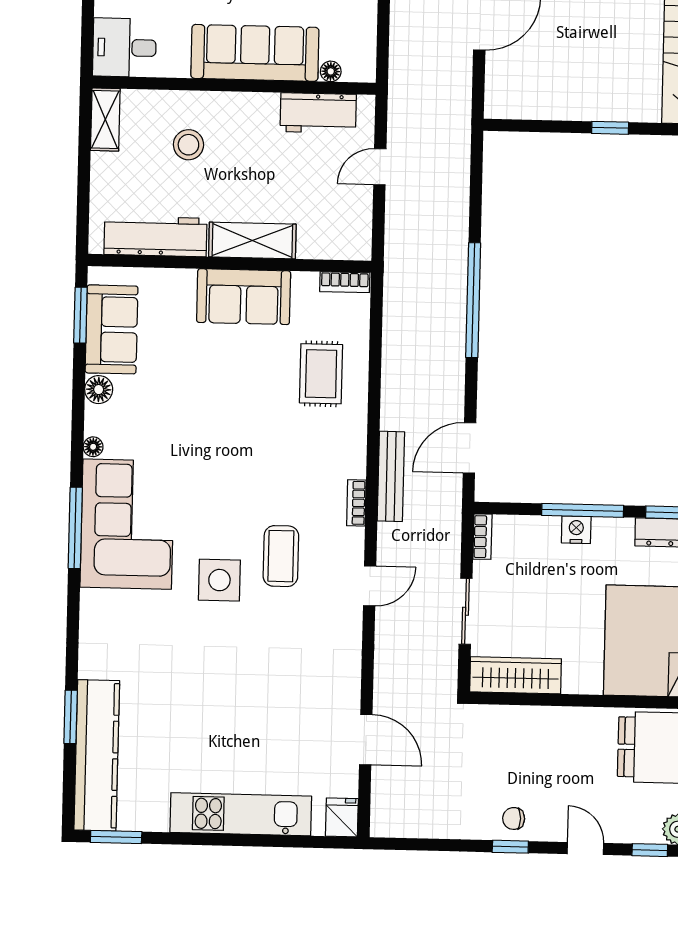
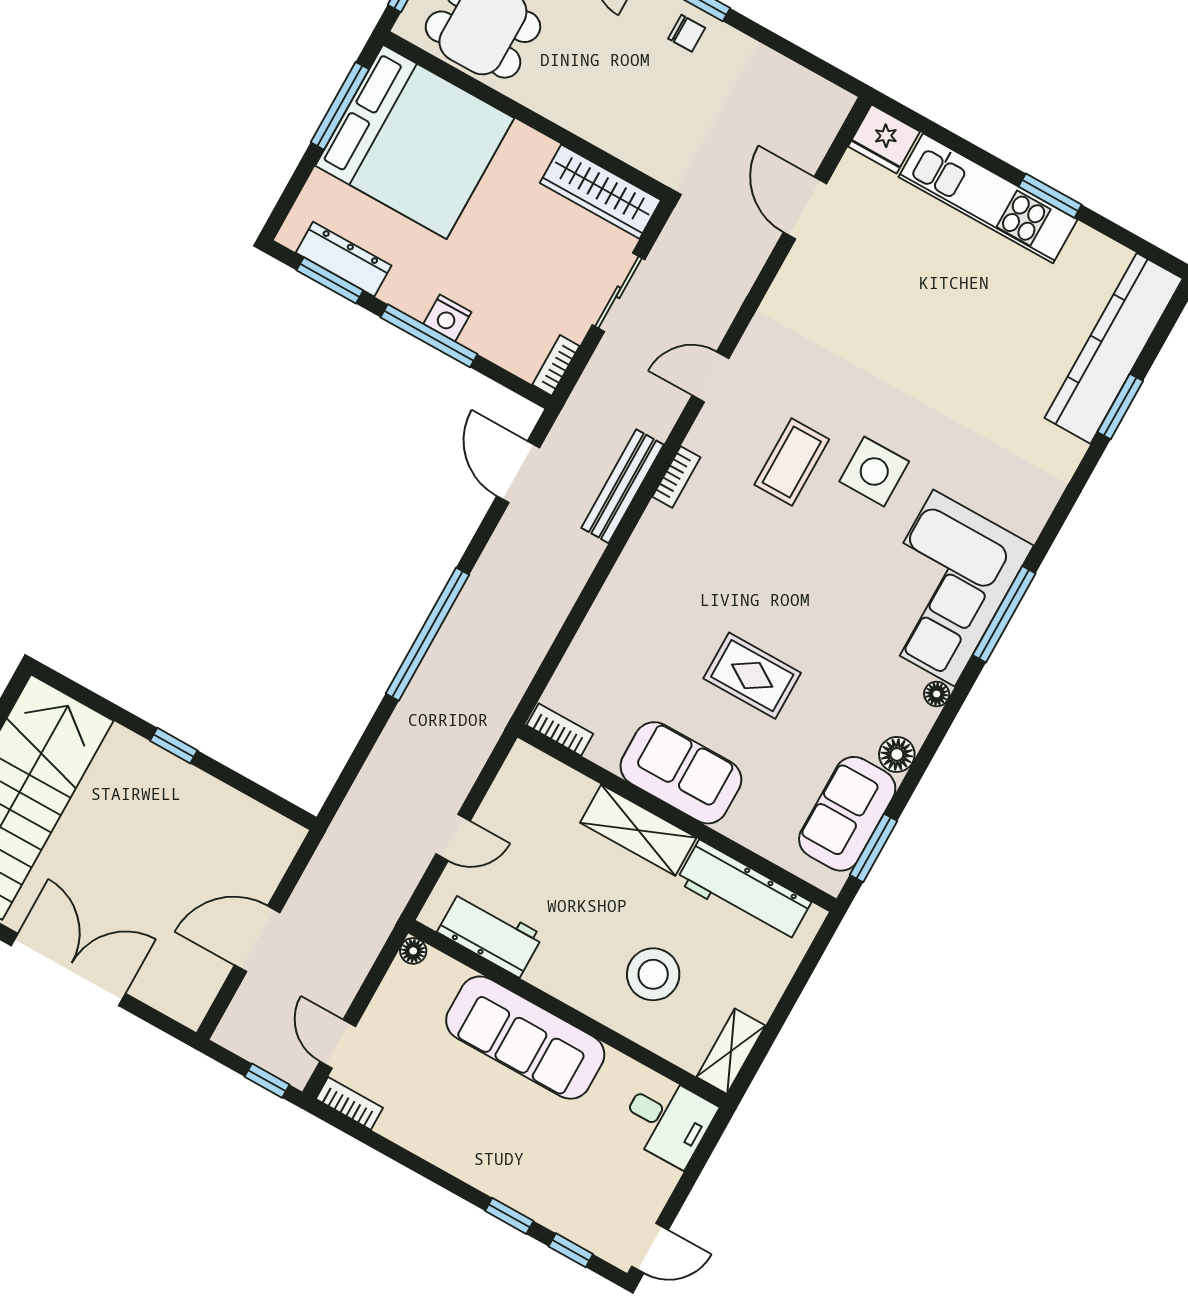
floor lamp: (331, 71) -> (413, 951), moved
stool: (188, 145) -> (653, 974), width x1.38, depth x1.38
rug: (321, 374) -> (752, 676), moved, turned 90
door: (470, 448) -> (518, 472), swing flipped
fridge: (342, 817) -> (884, 139), width x1.38
window: (116, 837) -> (1050, 196), moved

